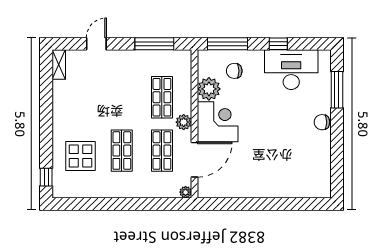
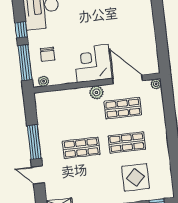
window: (154, 44) -> (34, 142), moved
window: (278, 44) -> (21, 30), moved
plant: (209, 89) -> (44, 81), moved, width x0.53, depth x0.53
shop shelf: (162, 97) -> (81, 148), moved

